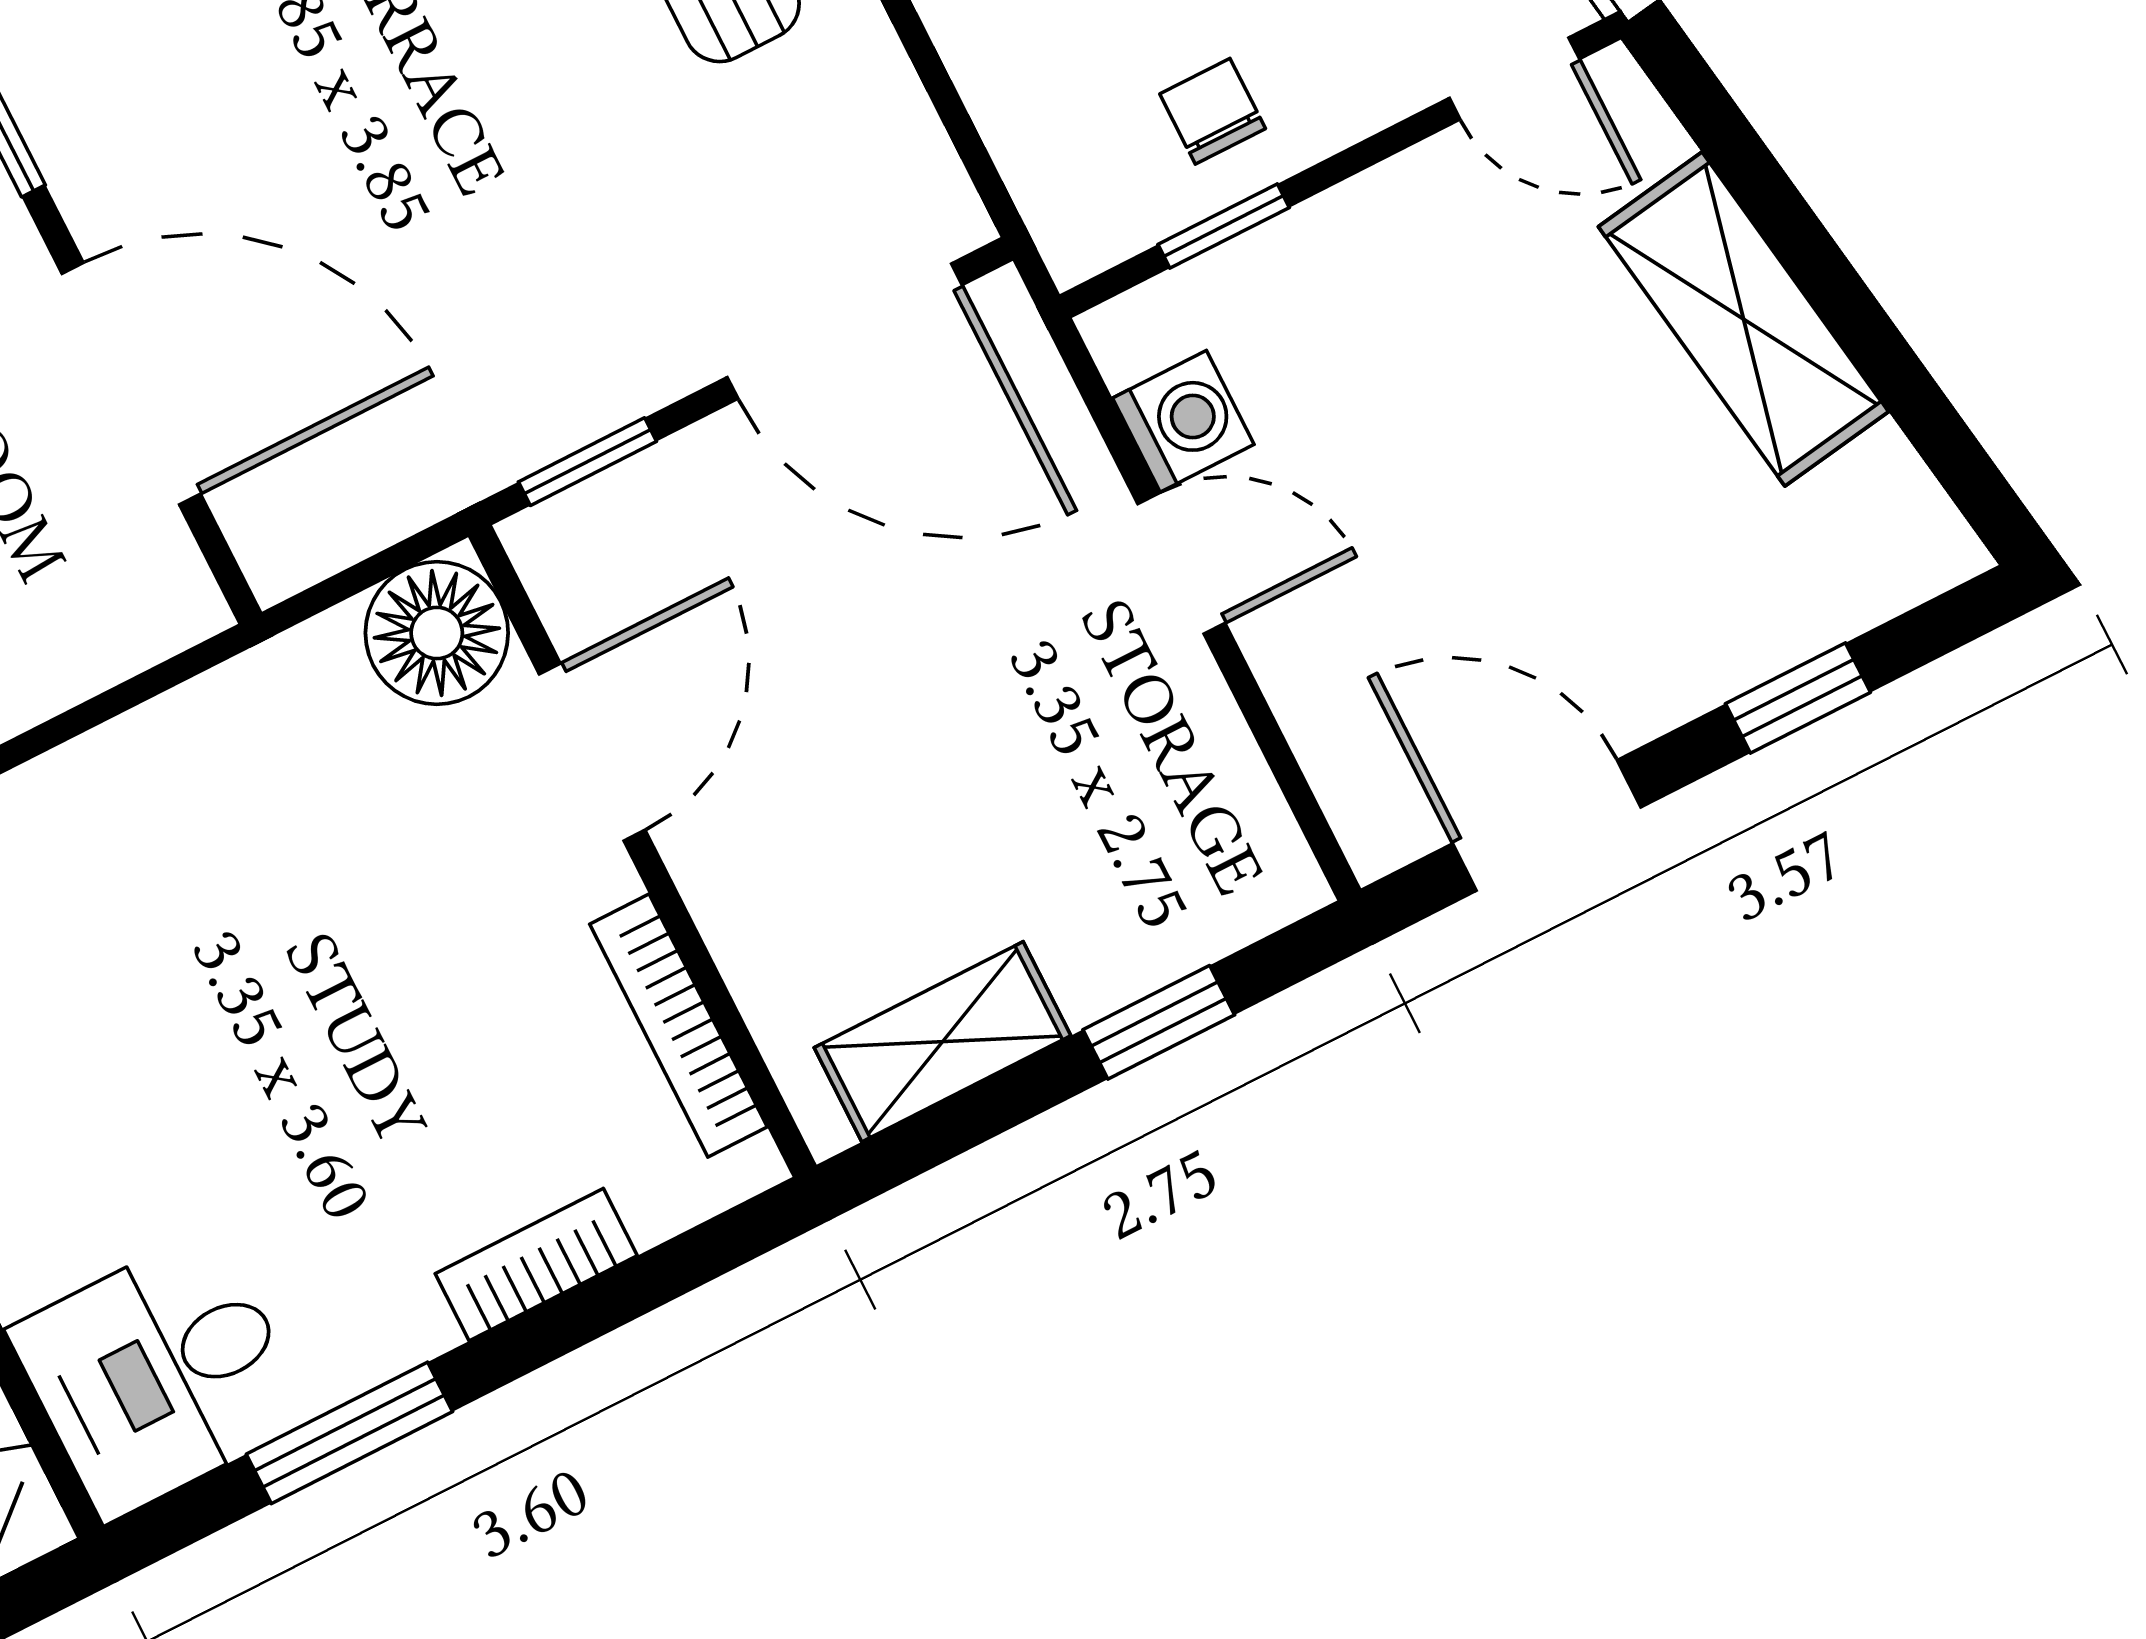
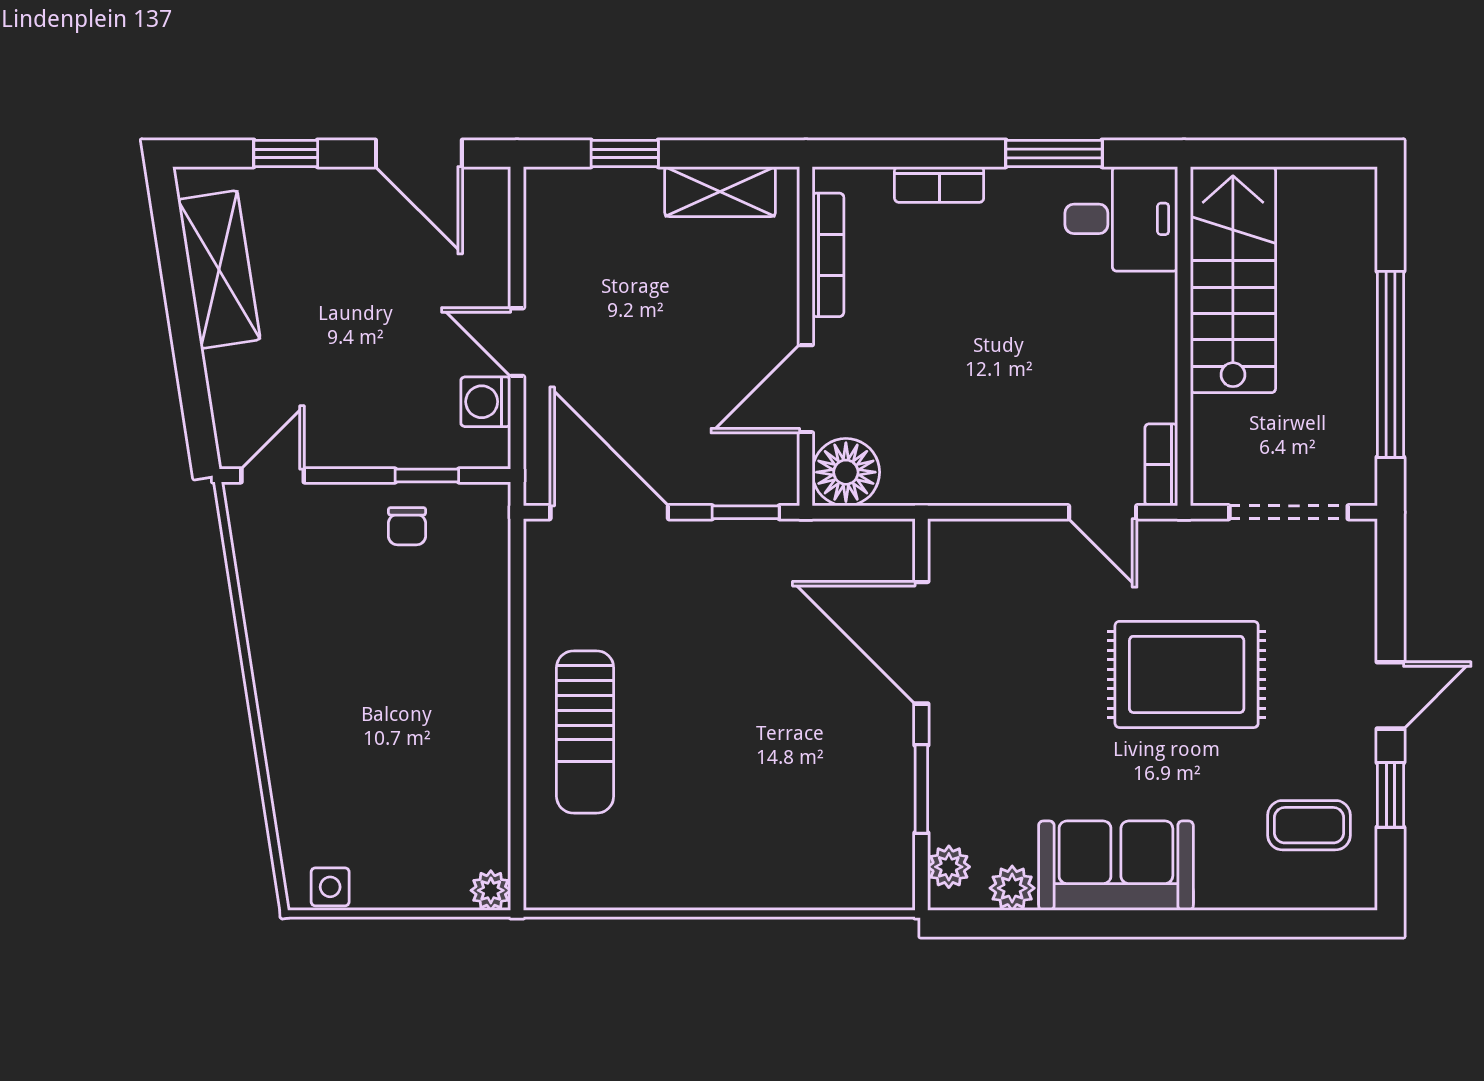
door: (1514, 78) -> (273, 475), hinge flipped
shelving: (1743, 319) -> (219, 270), moved

